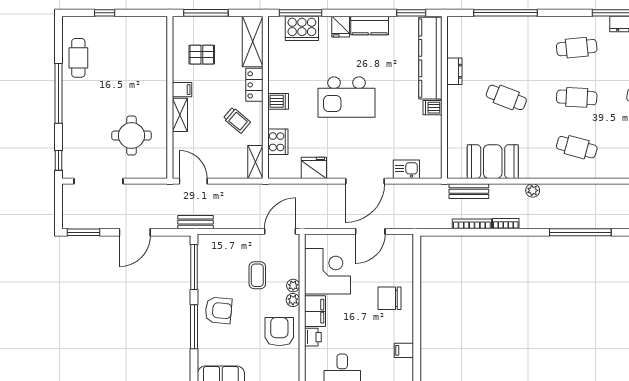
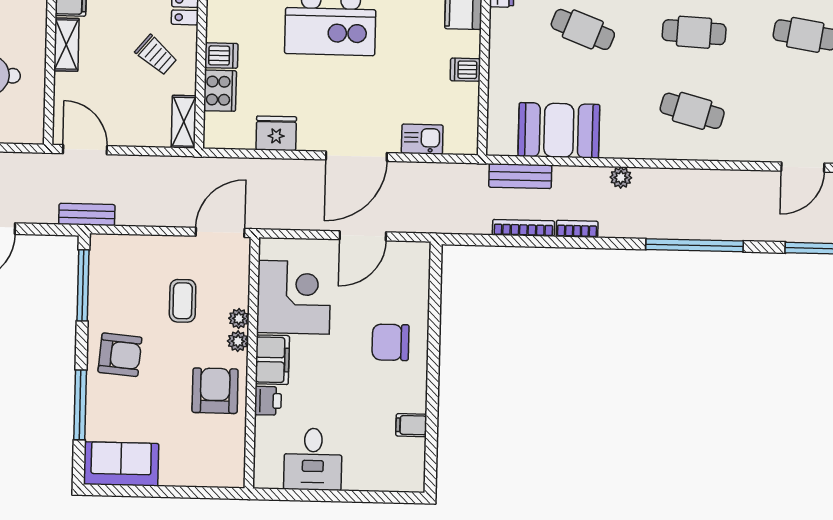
dishwasher: (278, 101) -> (221, 56), moved
dishwasher: (433, 108) -> (465, 70), moved
window: (194, 327) -> (80, 405), moved

